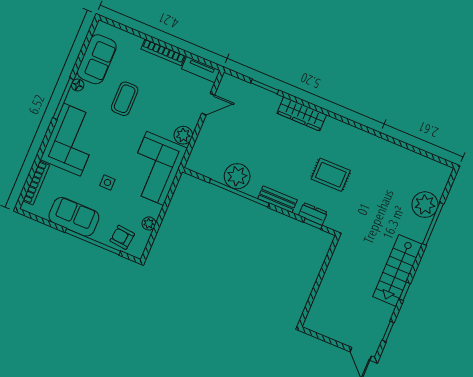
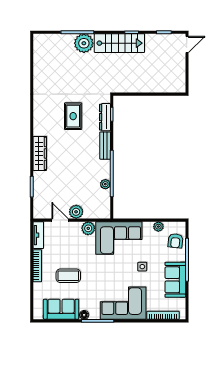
coffee table: (125, 99) -> (68, 276), moved
plant: (210, 129) -> (76, 212), added
plant: (237, 176) -> (105, 184), width x0.53, depth x0.53
plant: (425, 205) -> (84, 43), moved
dresser: (313, 214) -> (105, 117), width x1.44

